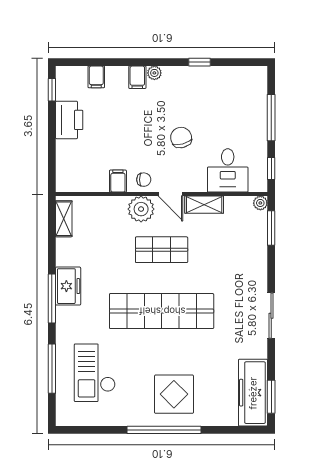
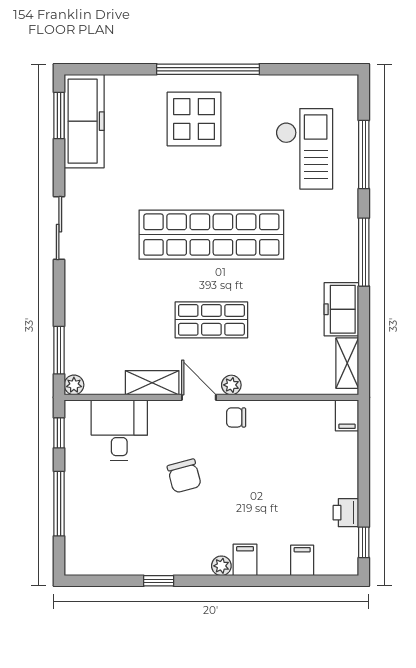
printer: (69, 120) -> (346, 513), width x0.53, depth x0.68
filing cabinet: (118, 181) -> (347, 415), moved
plant: (141, 209) -> (231, 385), width x0.53, depth x0.53
freezer: (68, 286) -> (341, 309), moved

